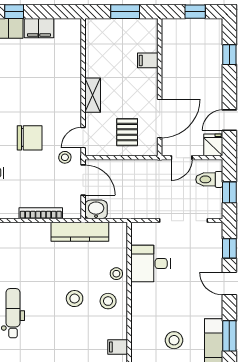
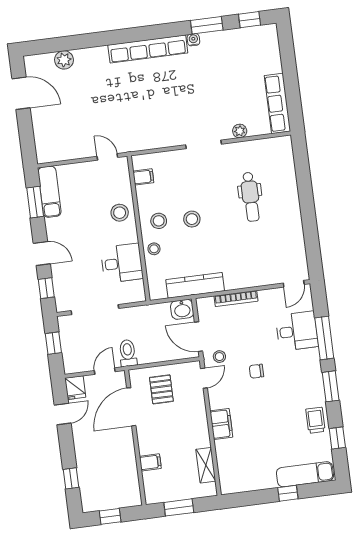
filing cabinet: (39, 28) -> (221, 424), moved, turned 90
shelving: (93, 95) -> (206, 465), moved
chair: (30, 138) -> (256, 371), width x0.54, depth x0.54
toilet: (209, 179) -> (128, 353), moved, turned -90
stool: (174, 340) -> (120, 213), moved

